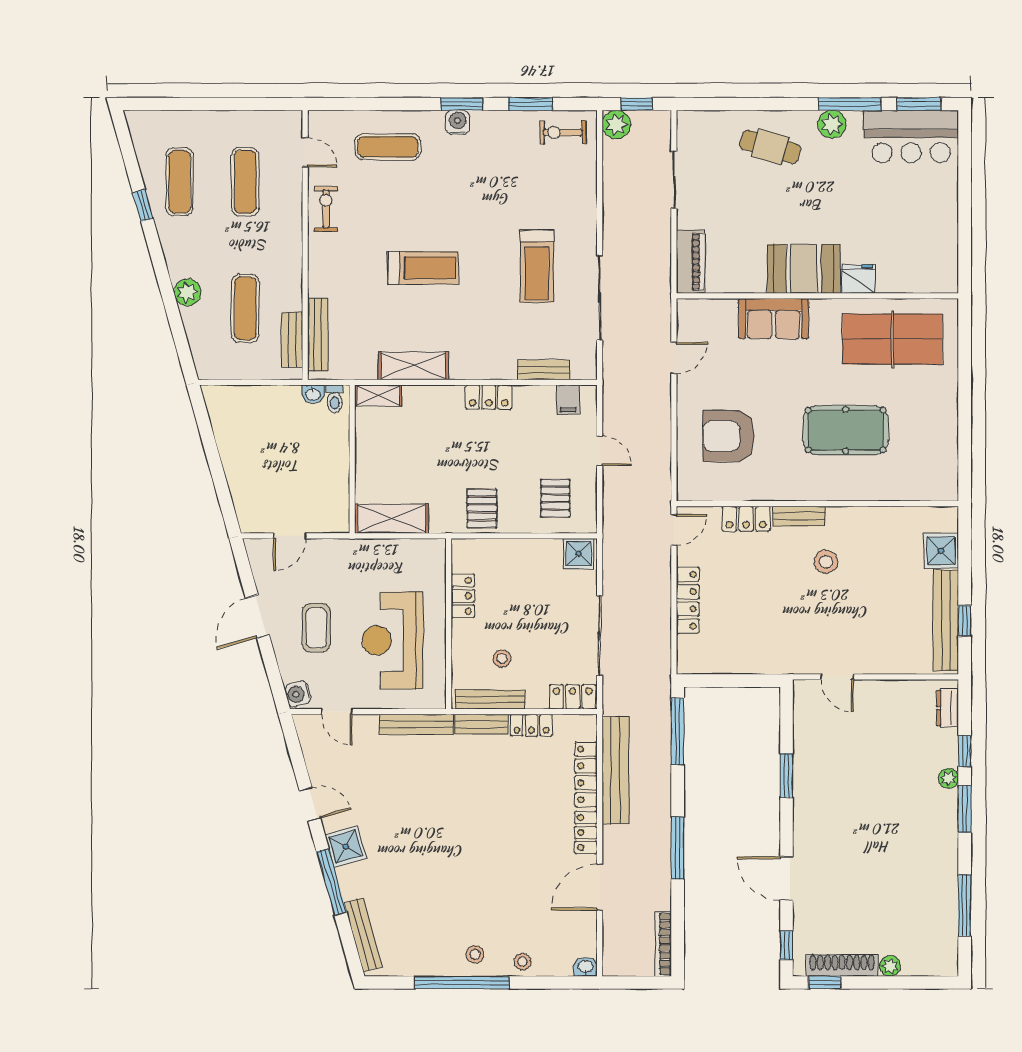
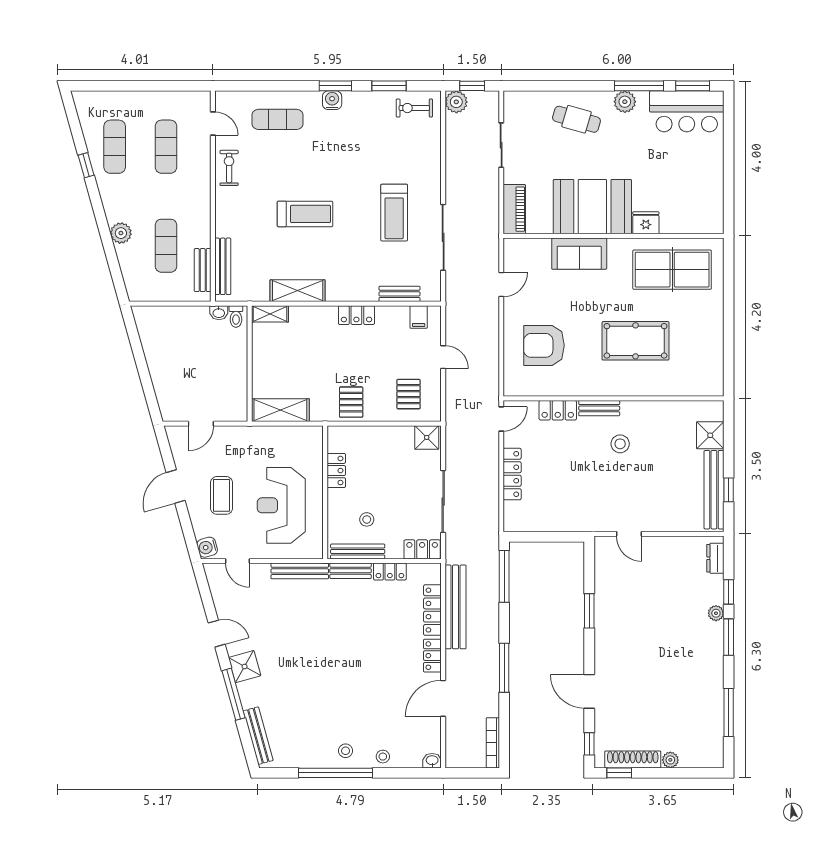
booth: (804, 269) -> (592, 207), width x1.36, depth x1.42

